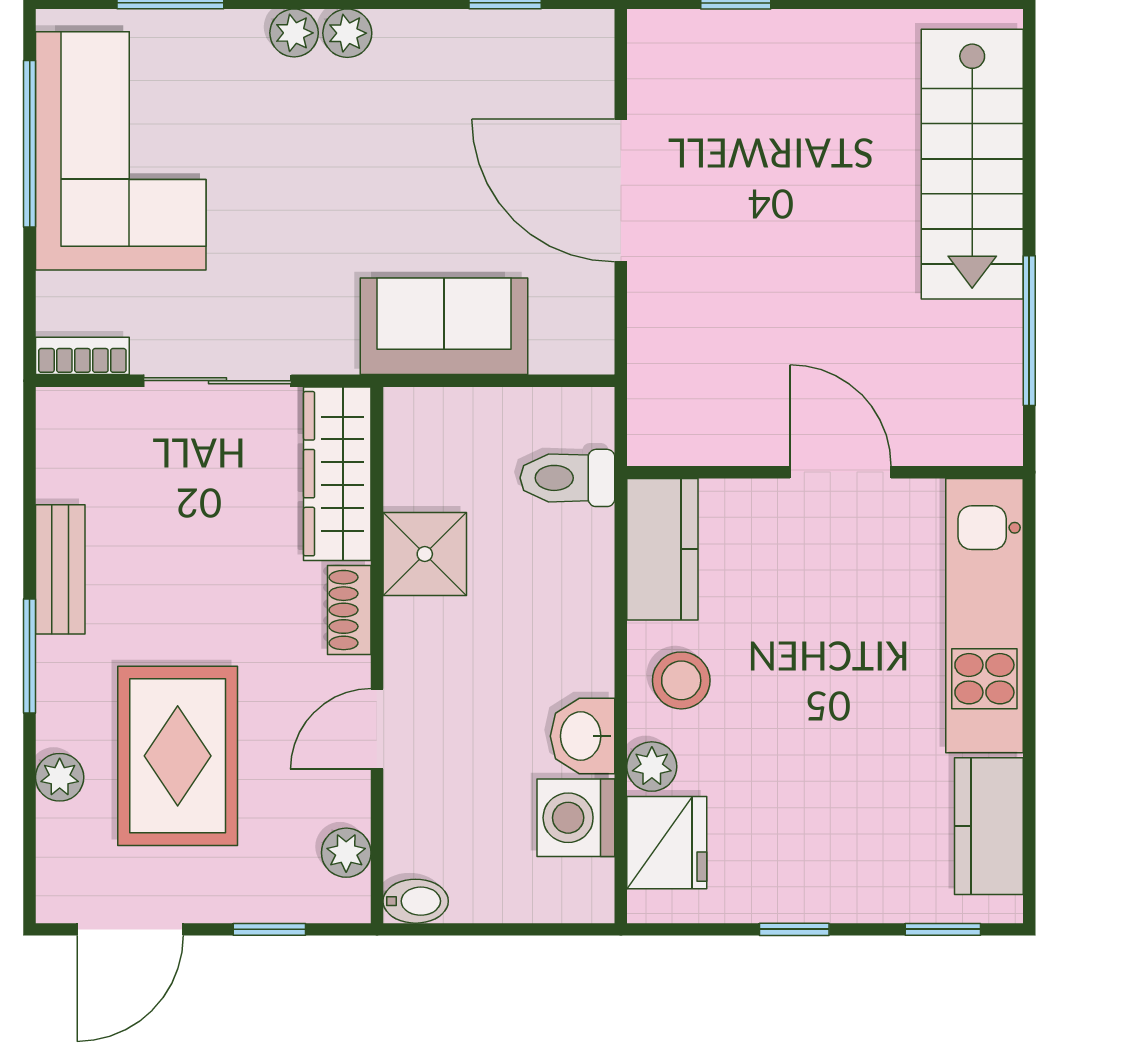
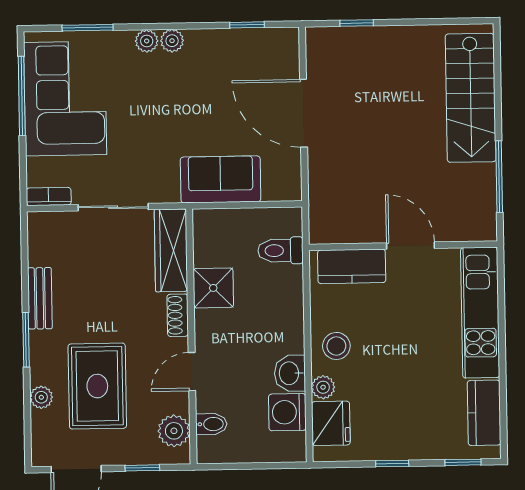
kitchen counter: (662, 549) -> (352, 266), moved, turned 90
plant: (346, 853) -> (174, 431), width x1.38, depth x1.38
bidet: (416, 901) -> (211, 424), moved

